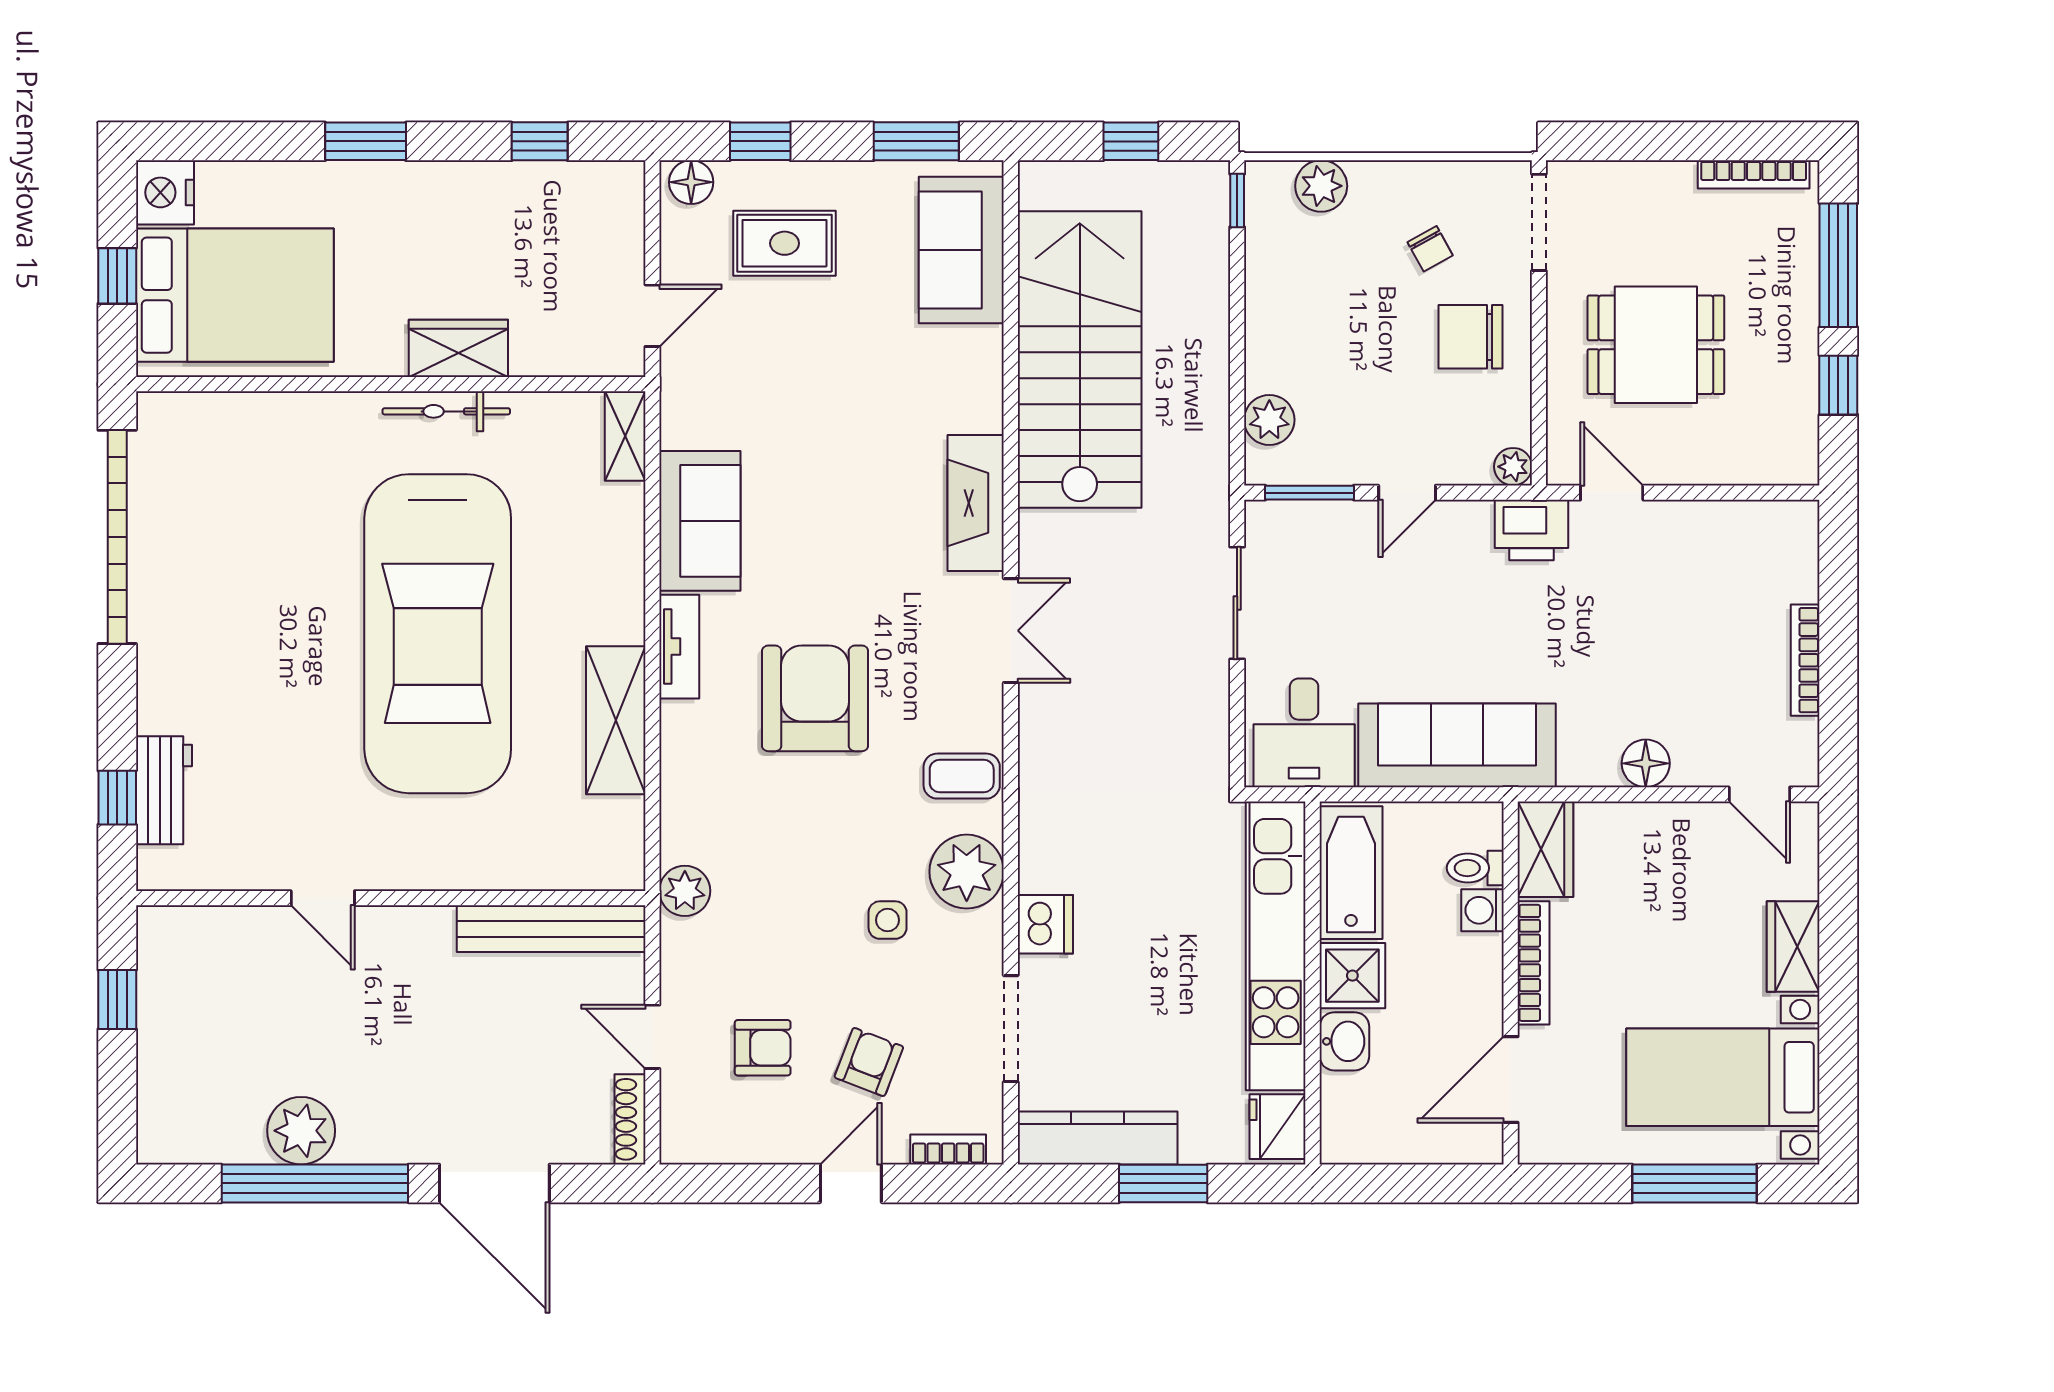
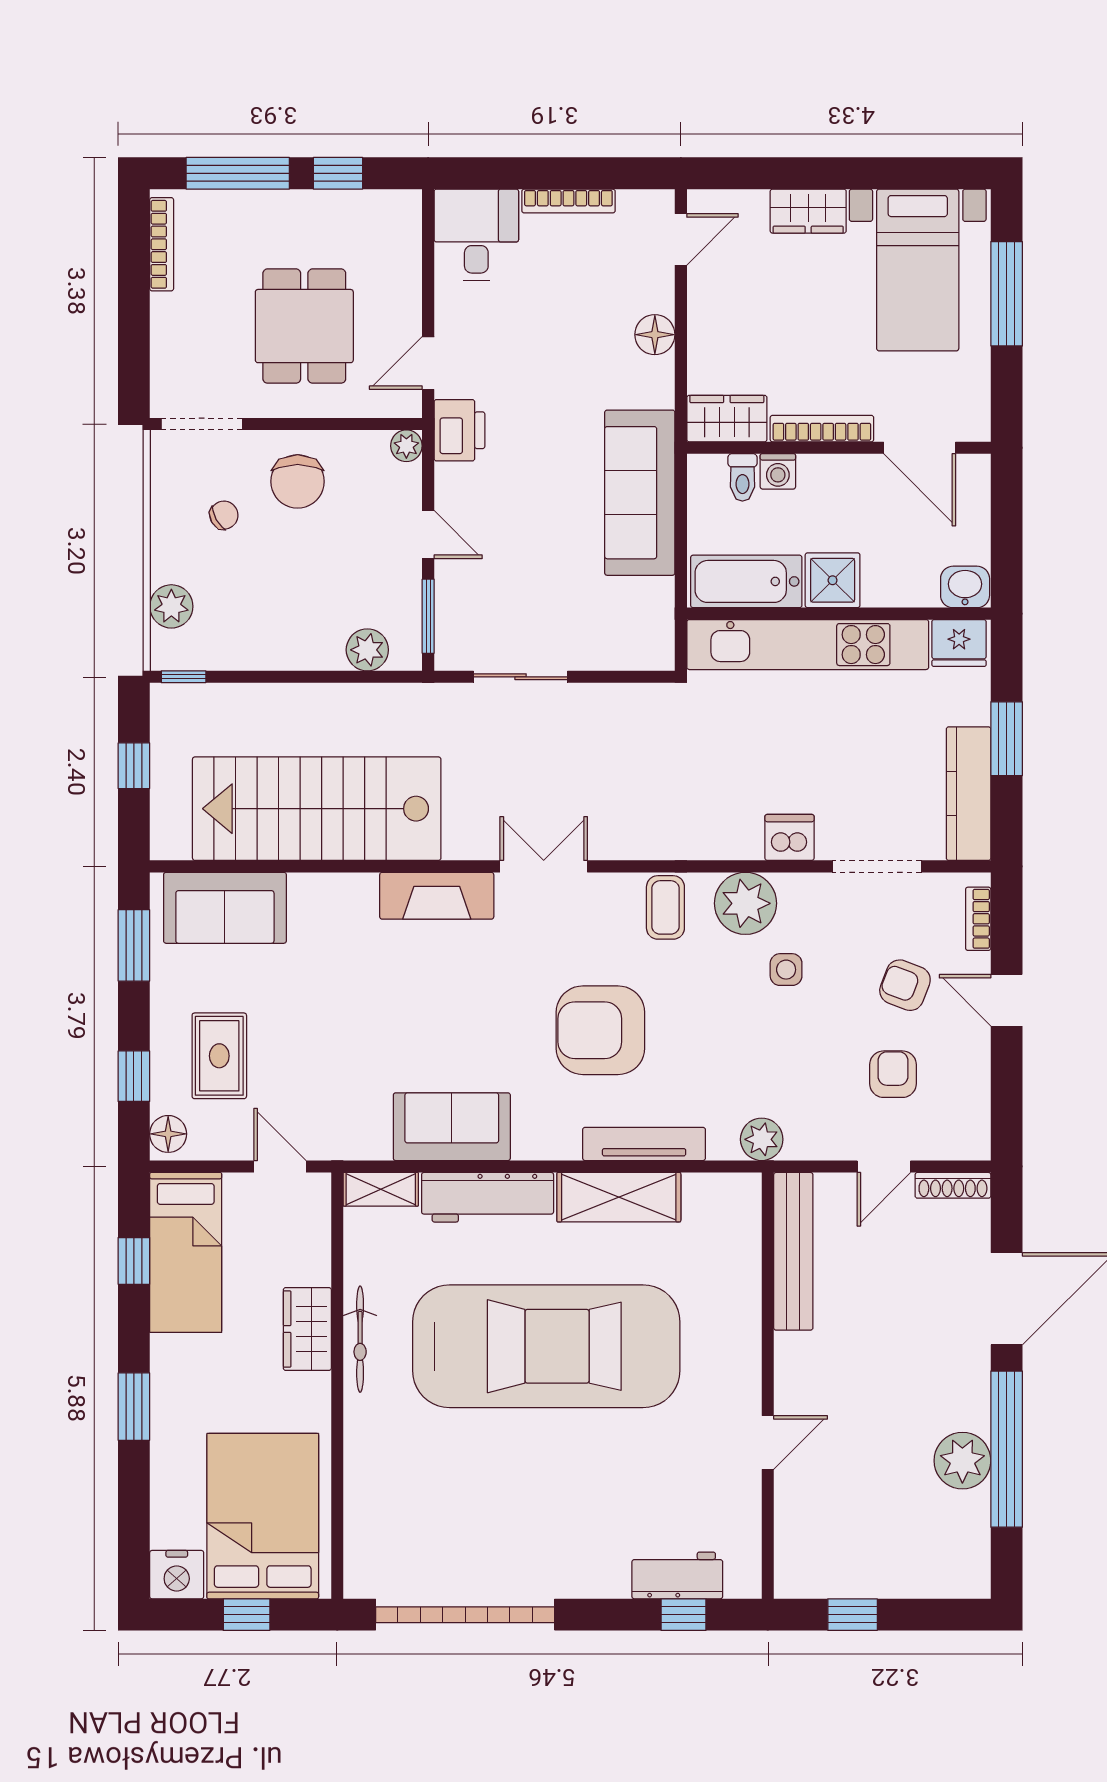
bed: (550, 203) -> (186, 1252), added
workbench: (616, 564) -> (488, 1197), added
tv unit: (679, 647) -> (644, 1144), moved, width x1.41
desk: (1304, 733) -> (476, 235), moved, turned -90
washbasin: (1344, 1041) -> (965, 587), moved

